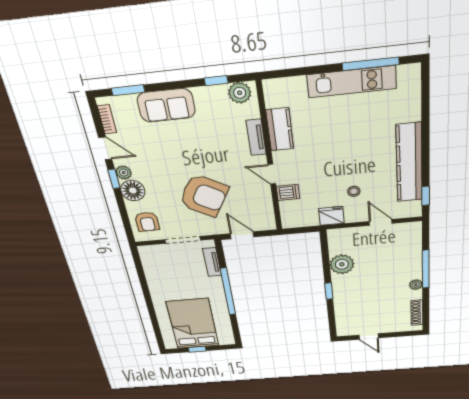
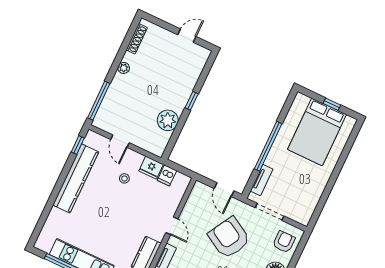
dishwasher: (288, 192) -> (167, 175), moved, turned -90
window: (426, 269) -> (99, 101), moved
door: (369, 337) -> (187, 36), hinge flipped

